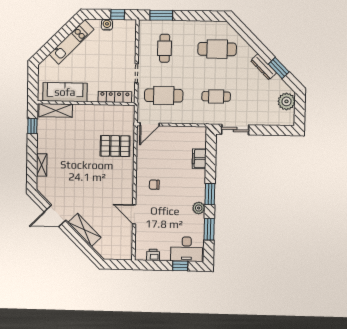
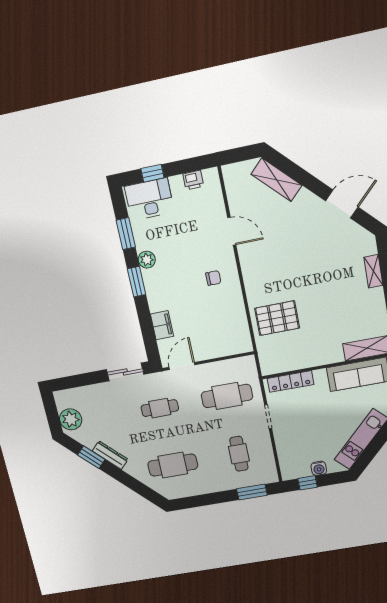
door: (150, 124) -> (182, 366), moved
shelving: (84, 230) -> (276, 180), moved

